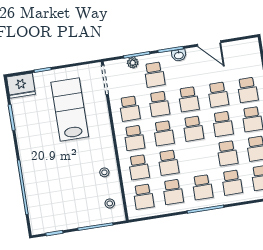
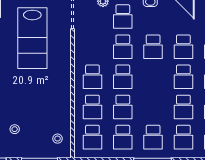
lab bench: (70, 109) -> (32, 38), turned 180
school desk: (130, 109) -> (92, 47), removed
school desk: (193, 129) -> (153, 77), removed
stool: (104, 172) -> (15, 129), moved

